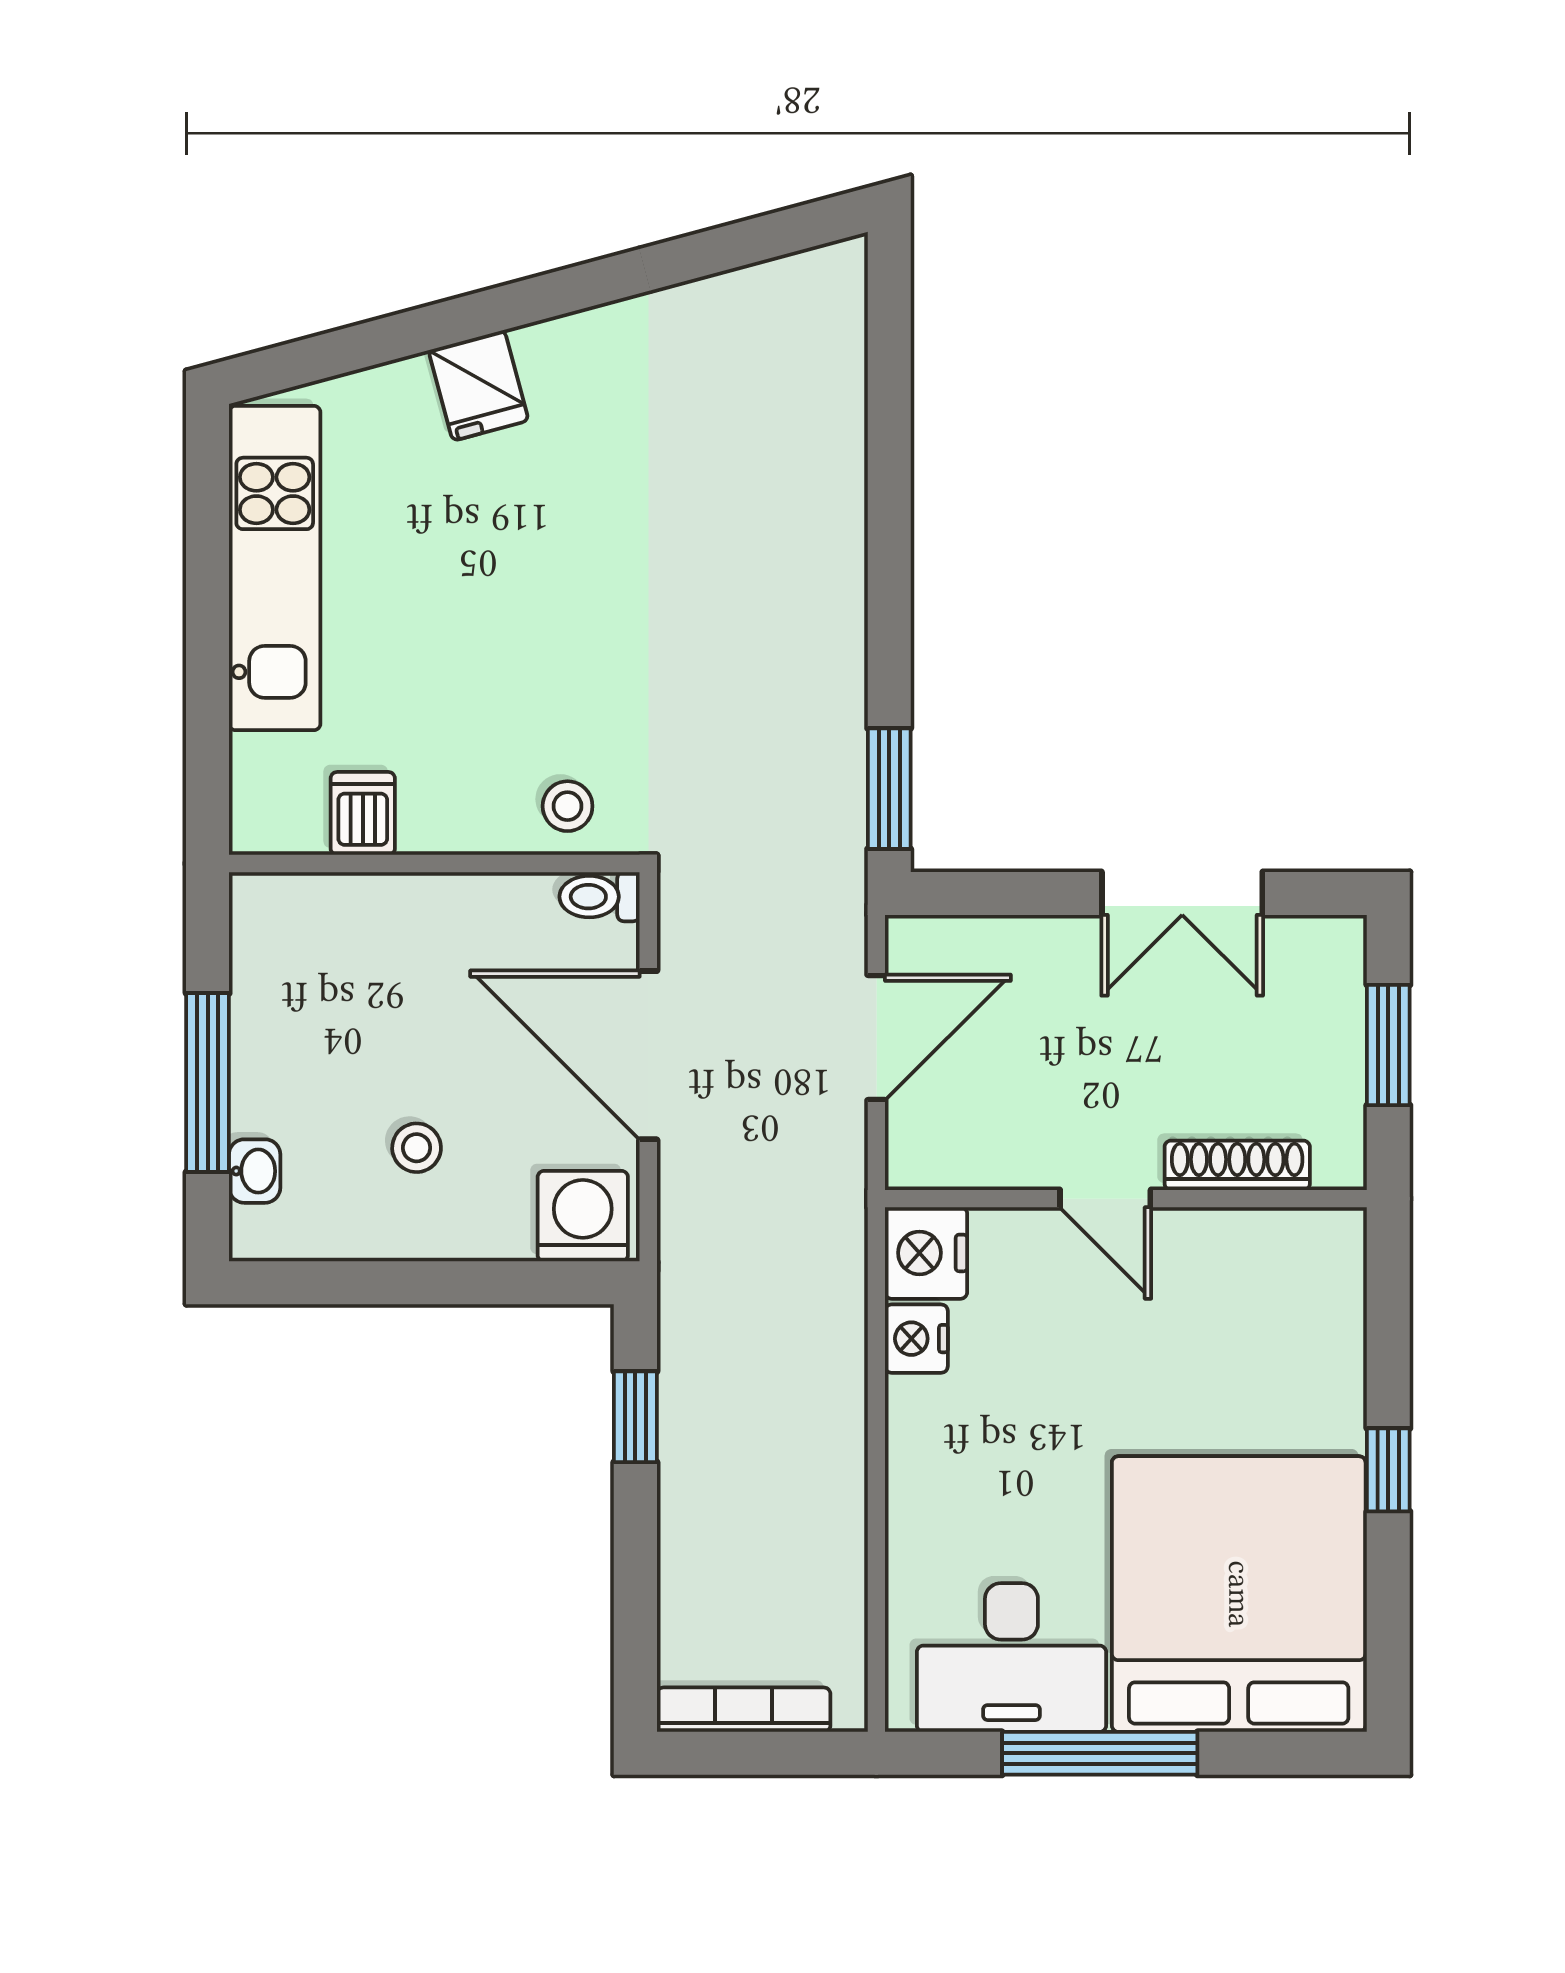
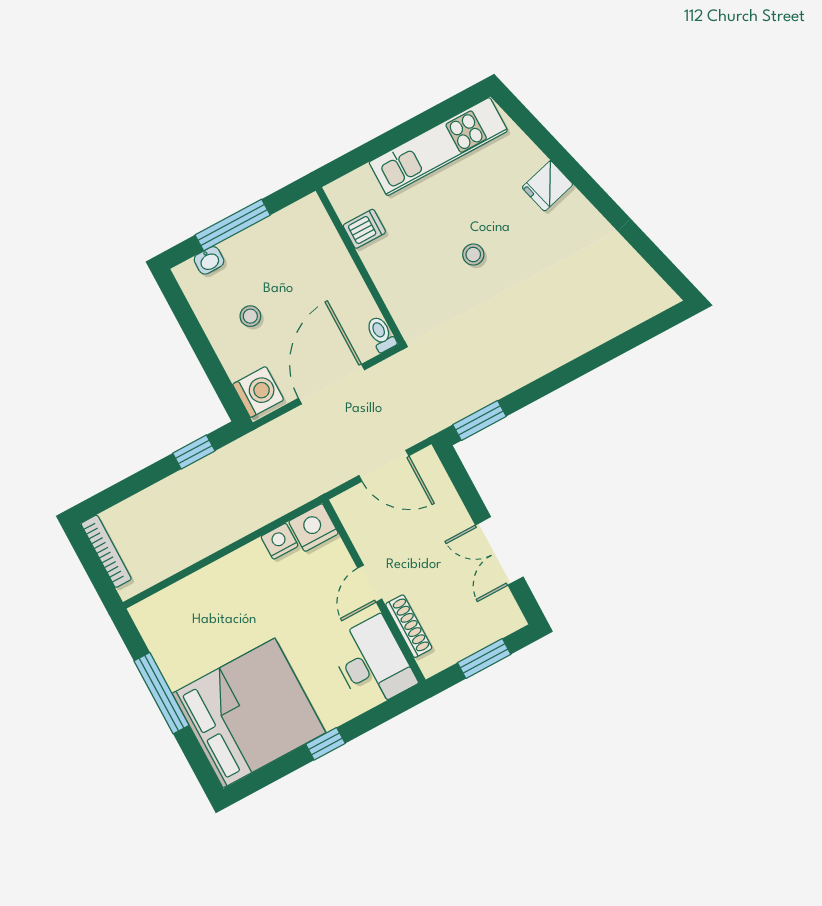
stool: (568, 806) -> (473, 255), moved
desk: (1011, 1658) -> (372, 663), moved, turned 180

